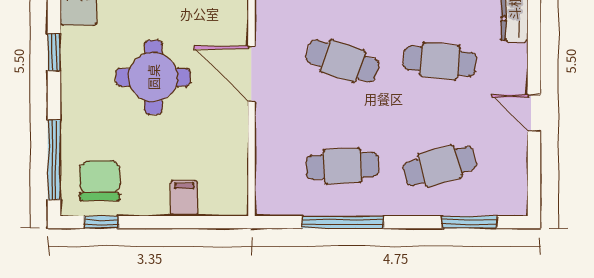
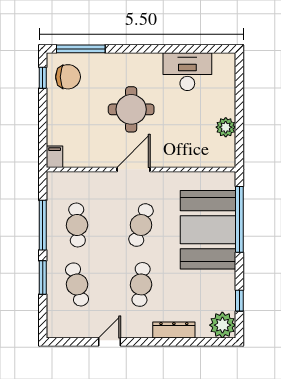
window: (54, 52) -> (146, 49), removed
filing cabinet: (184, 198) -> (55, 157), moved, turned -90
window: (470, 222) -> (43, 277), moved

